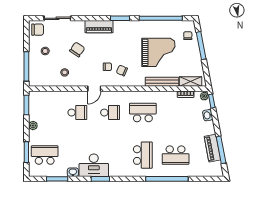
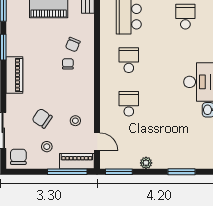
chair: (77, 49) -> (42, 118), moved
piano: (34, 74) -> (77, 161), added
door: (94, 89) -> (97, 142), moved
school desk: (45, 155) -> (185, 147), removed
school desk: (143, 155) -> (185, 17), width x0.54

